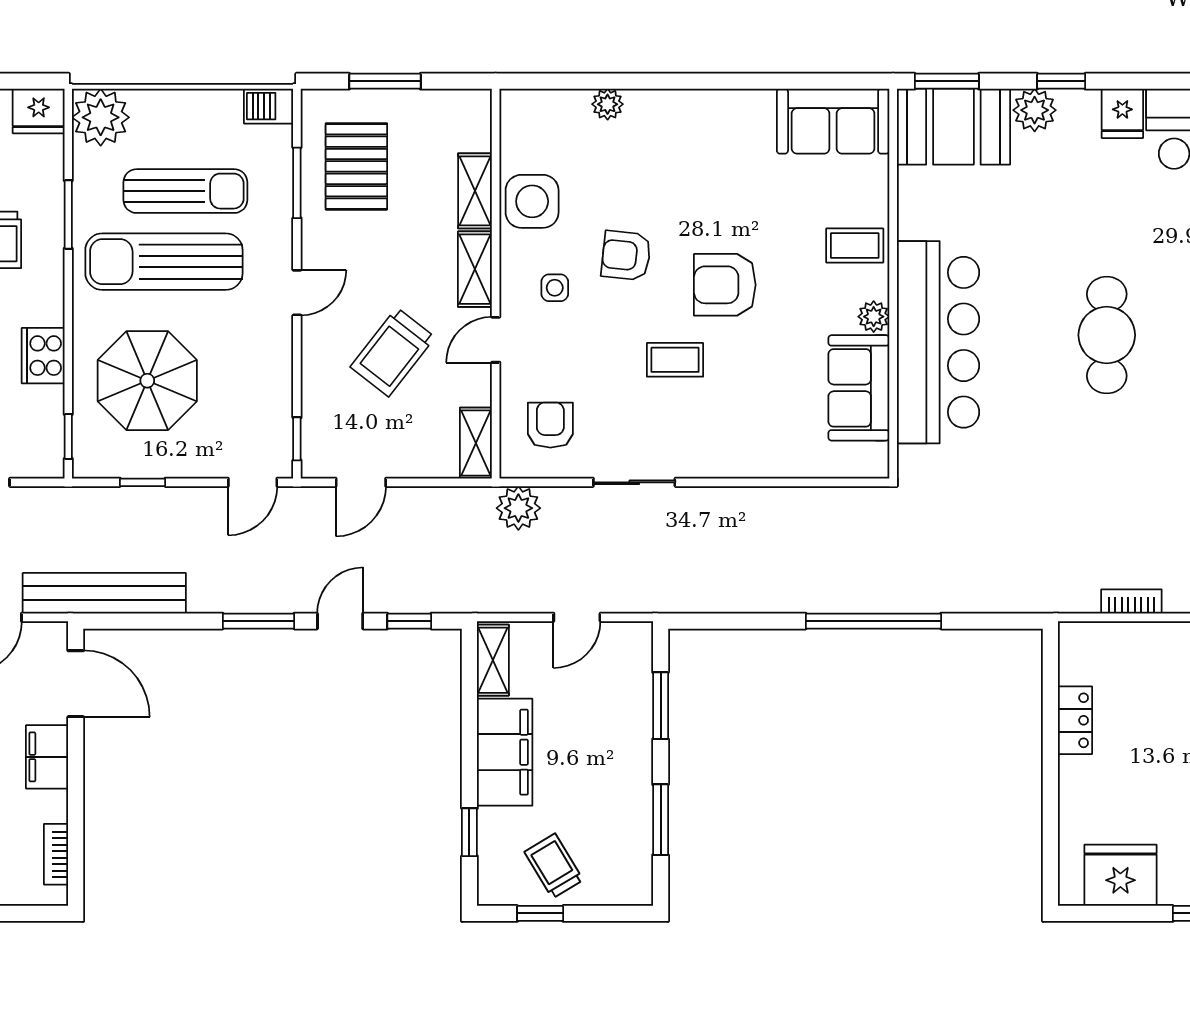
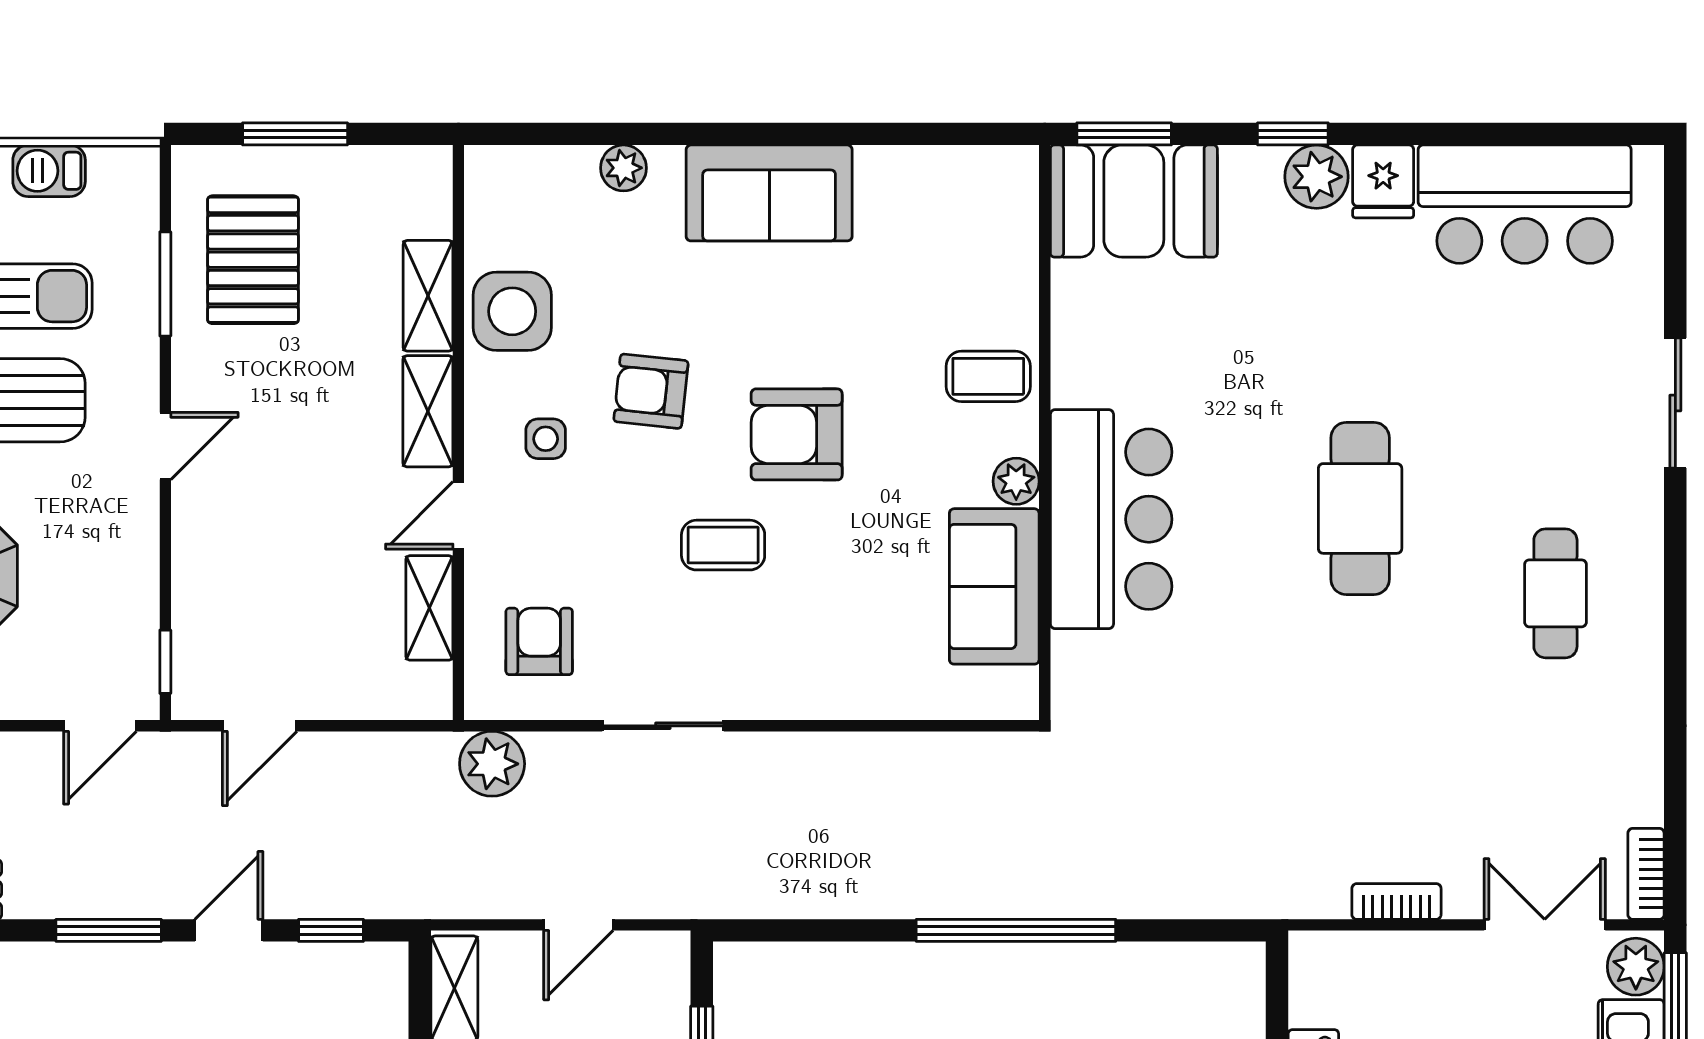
barbecue: (269, 106) -> (49, 171), moved
plant: (1035, 110) -> (1317, 177), moved
sofa: (833, 121) -> (769, 193), moved
bar counter: (938, 342) -> (1111, 519), width x0.73
trolley: (393, 352) -> (306, 534), removed
shelving: (476, 443) -> (429, 608), moved

